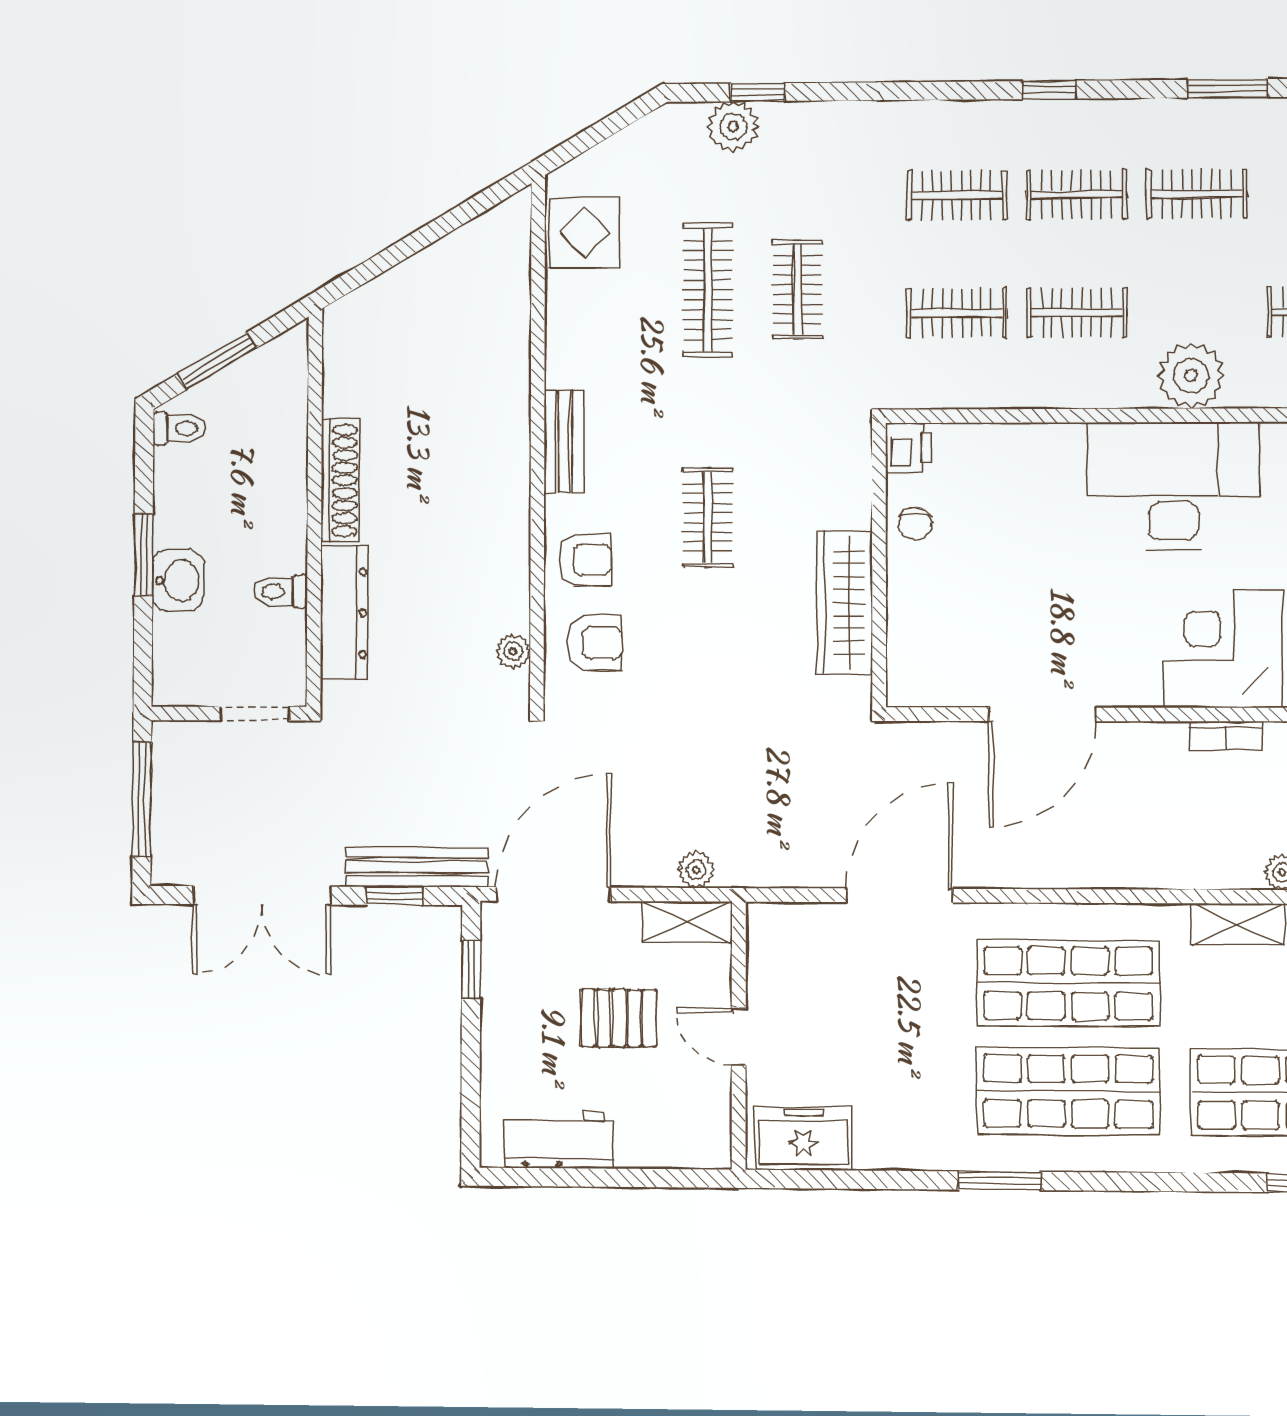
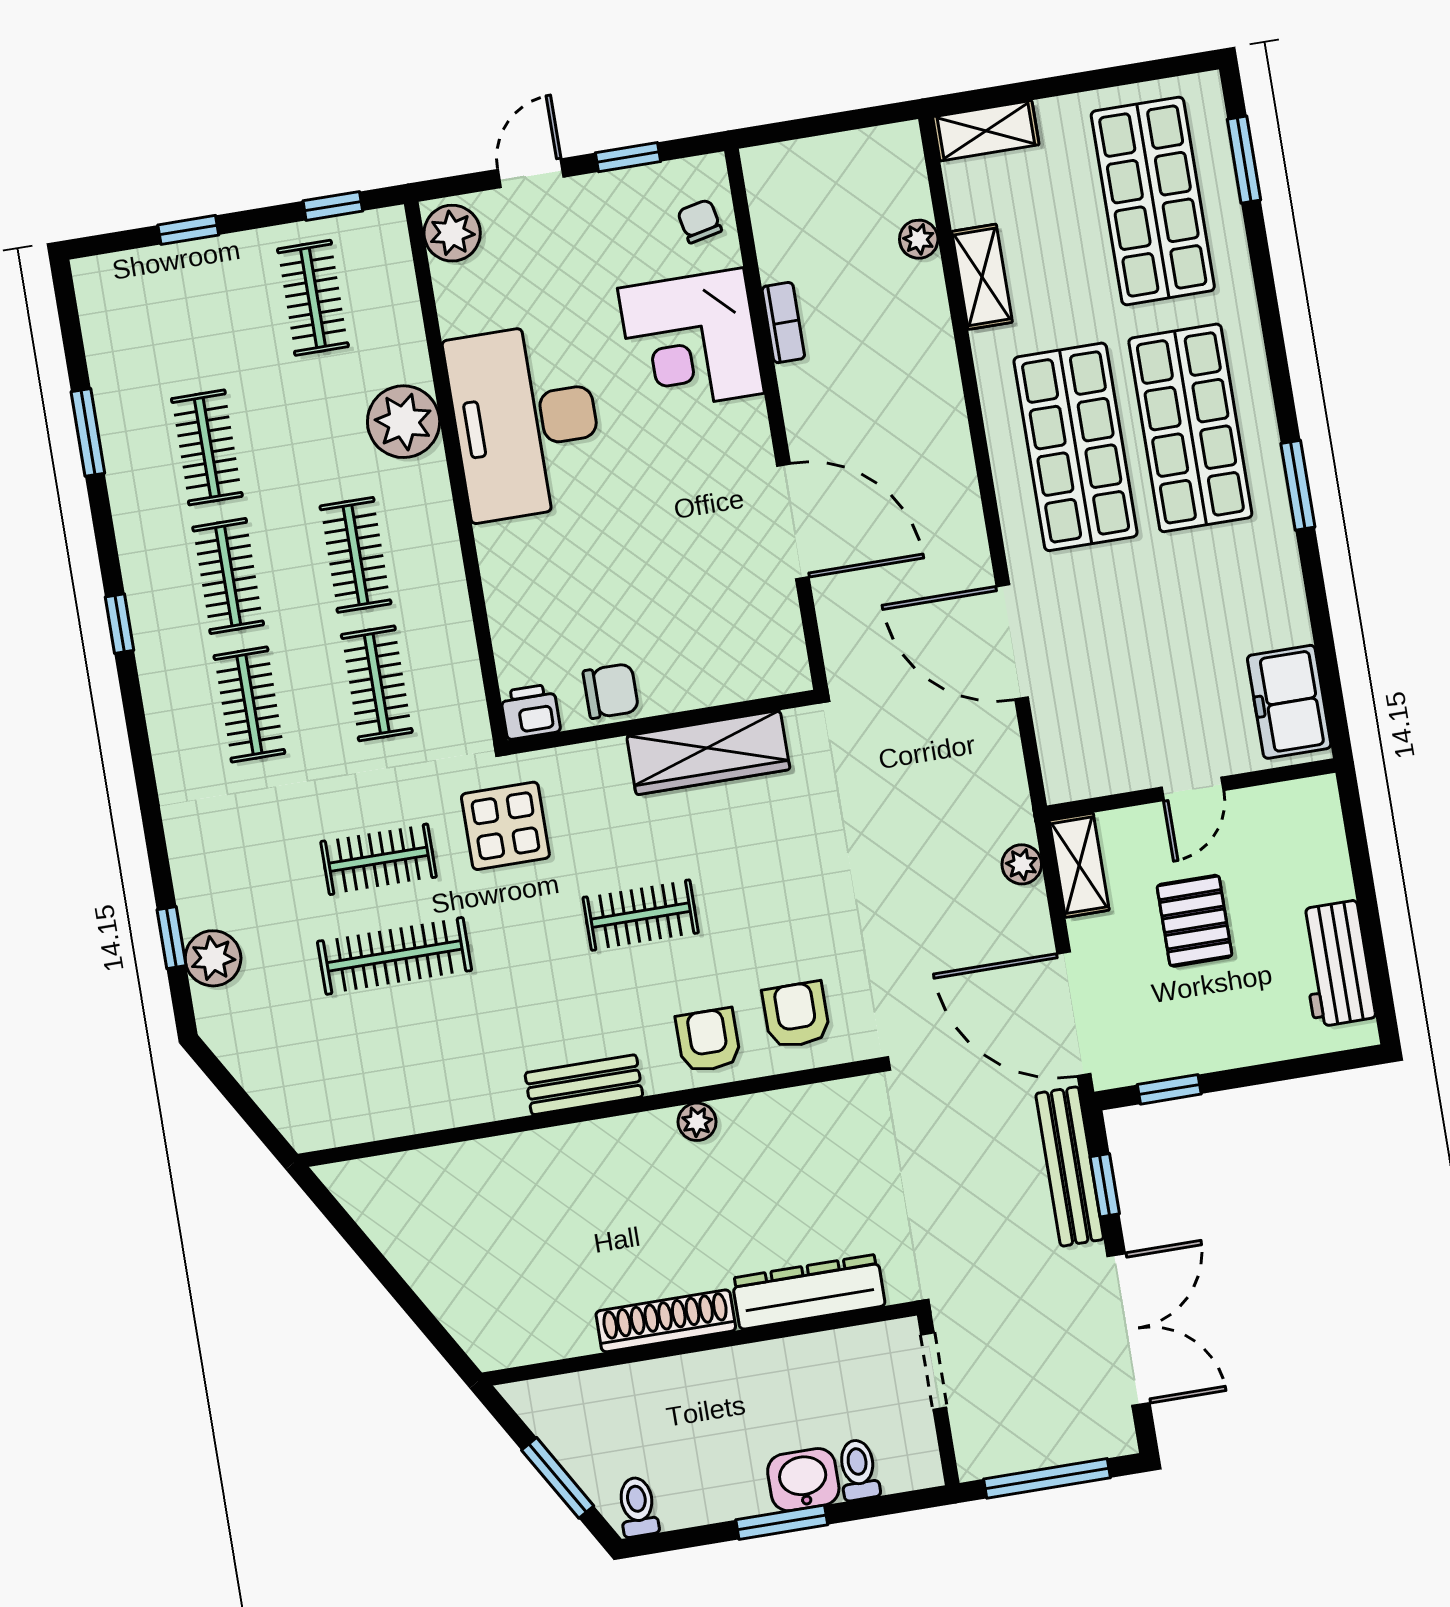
display table: (585, 233) -> (505, 826), moved
chair: (915, 524) -> (611, 691), width x1.37, depth x1.37
toilet: (281, 591) -> (858, 1470), moved, turned 180
plant: (513, 651) -> (697, 1122), moved

